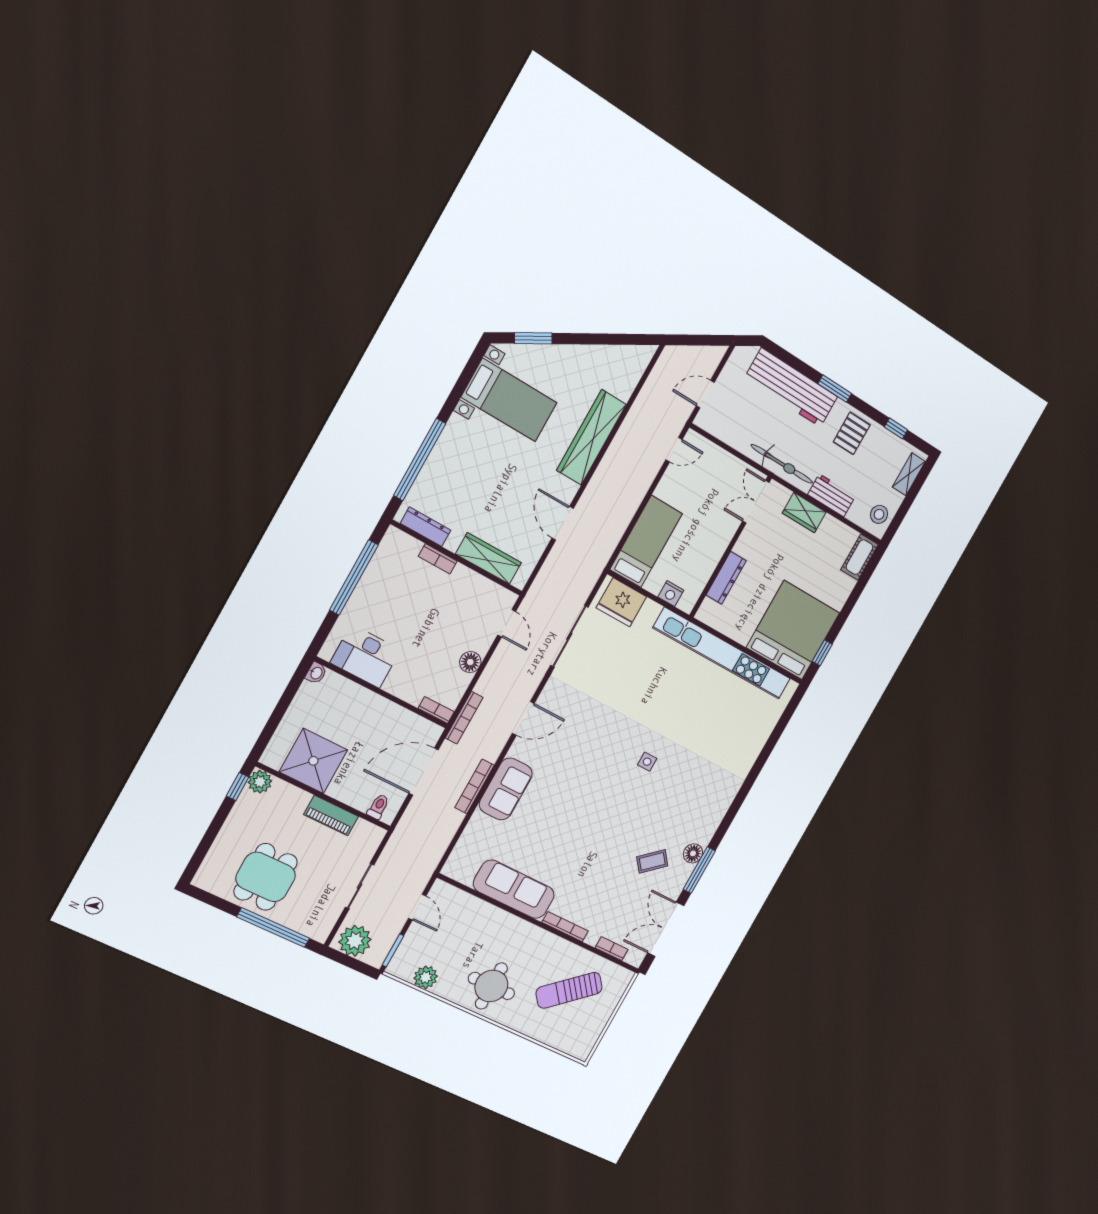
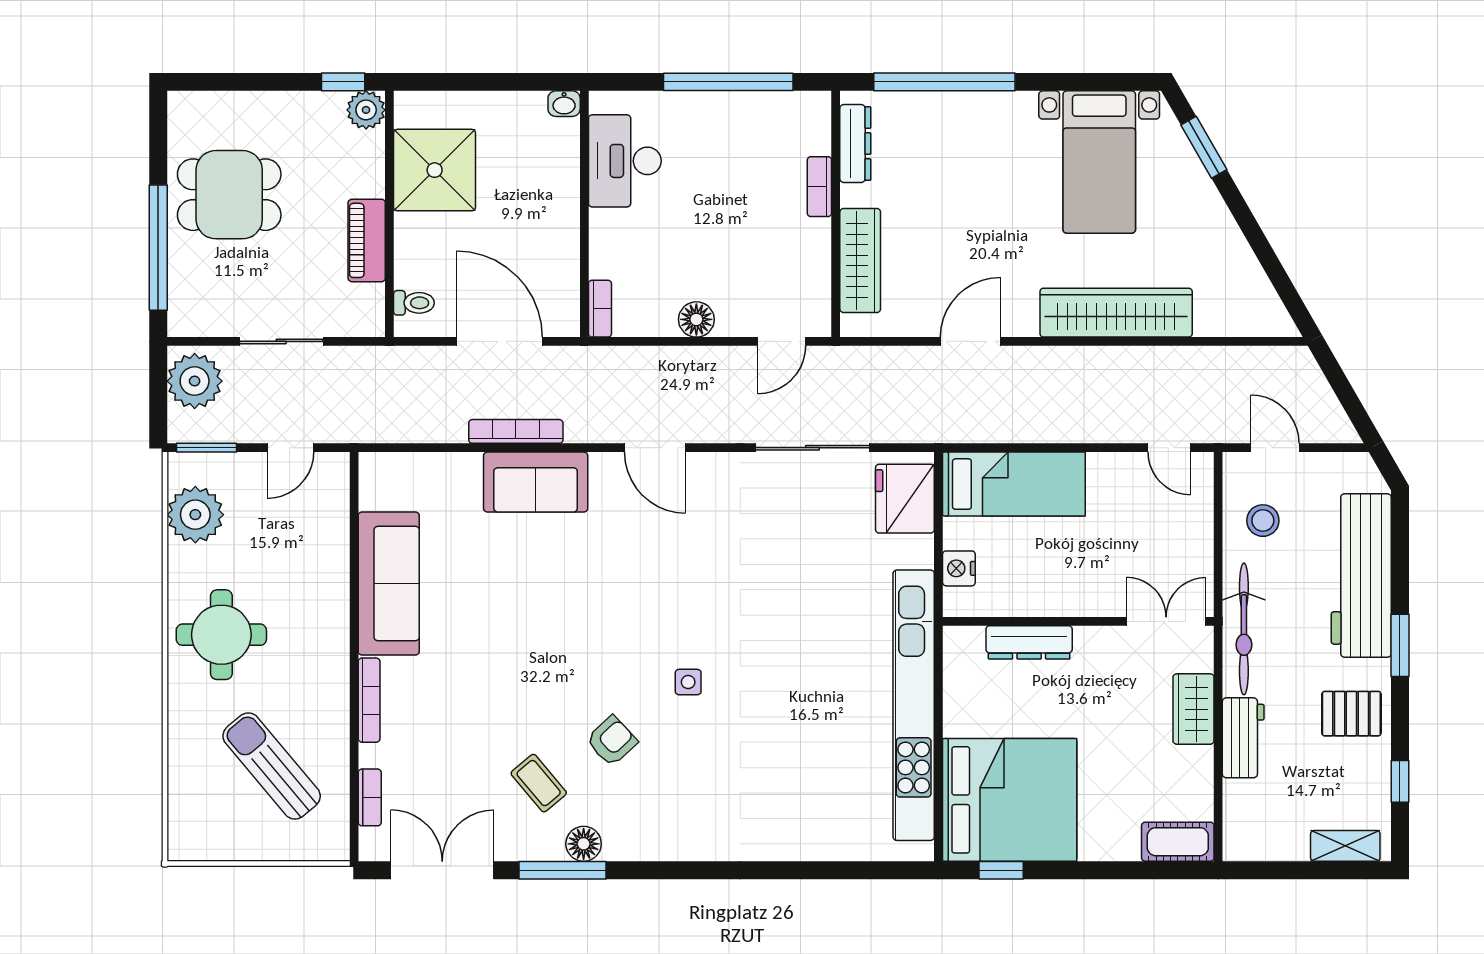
stool: (879, 514) -> (1263, 521), moved
bookcase: (464, 718) -> (610, 357), removed
armchair: (653, 815) -> (612, 741), added
plant: (426, 977) -> (195, 515), width x1.36, depth x1.36

